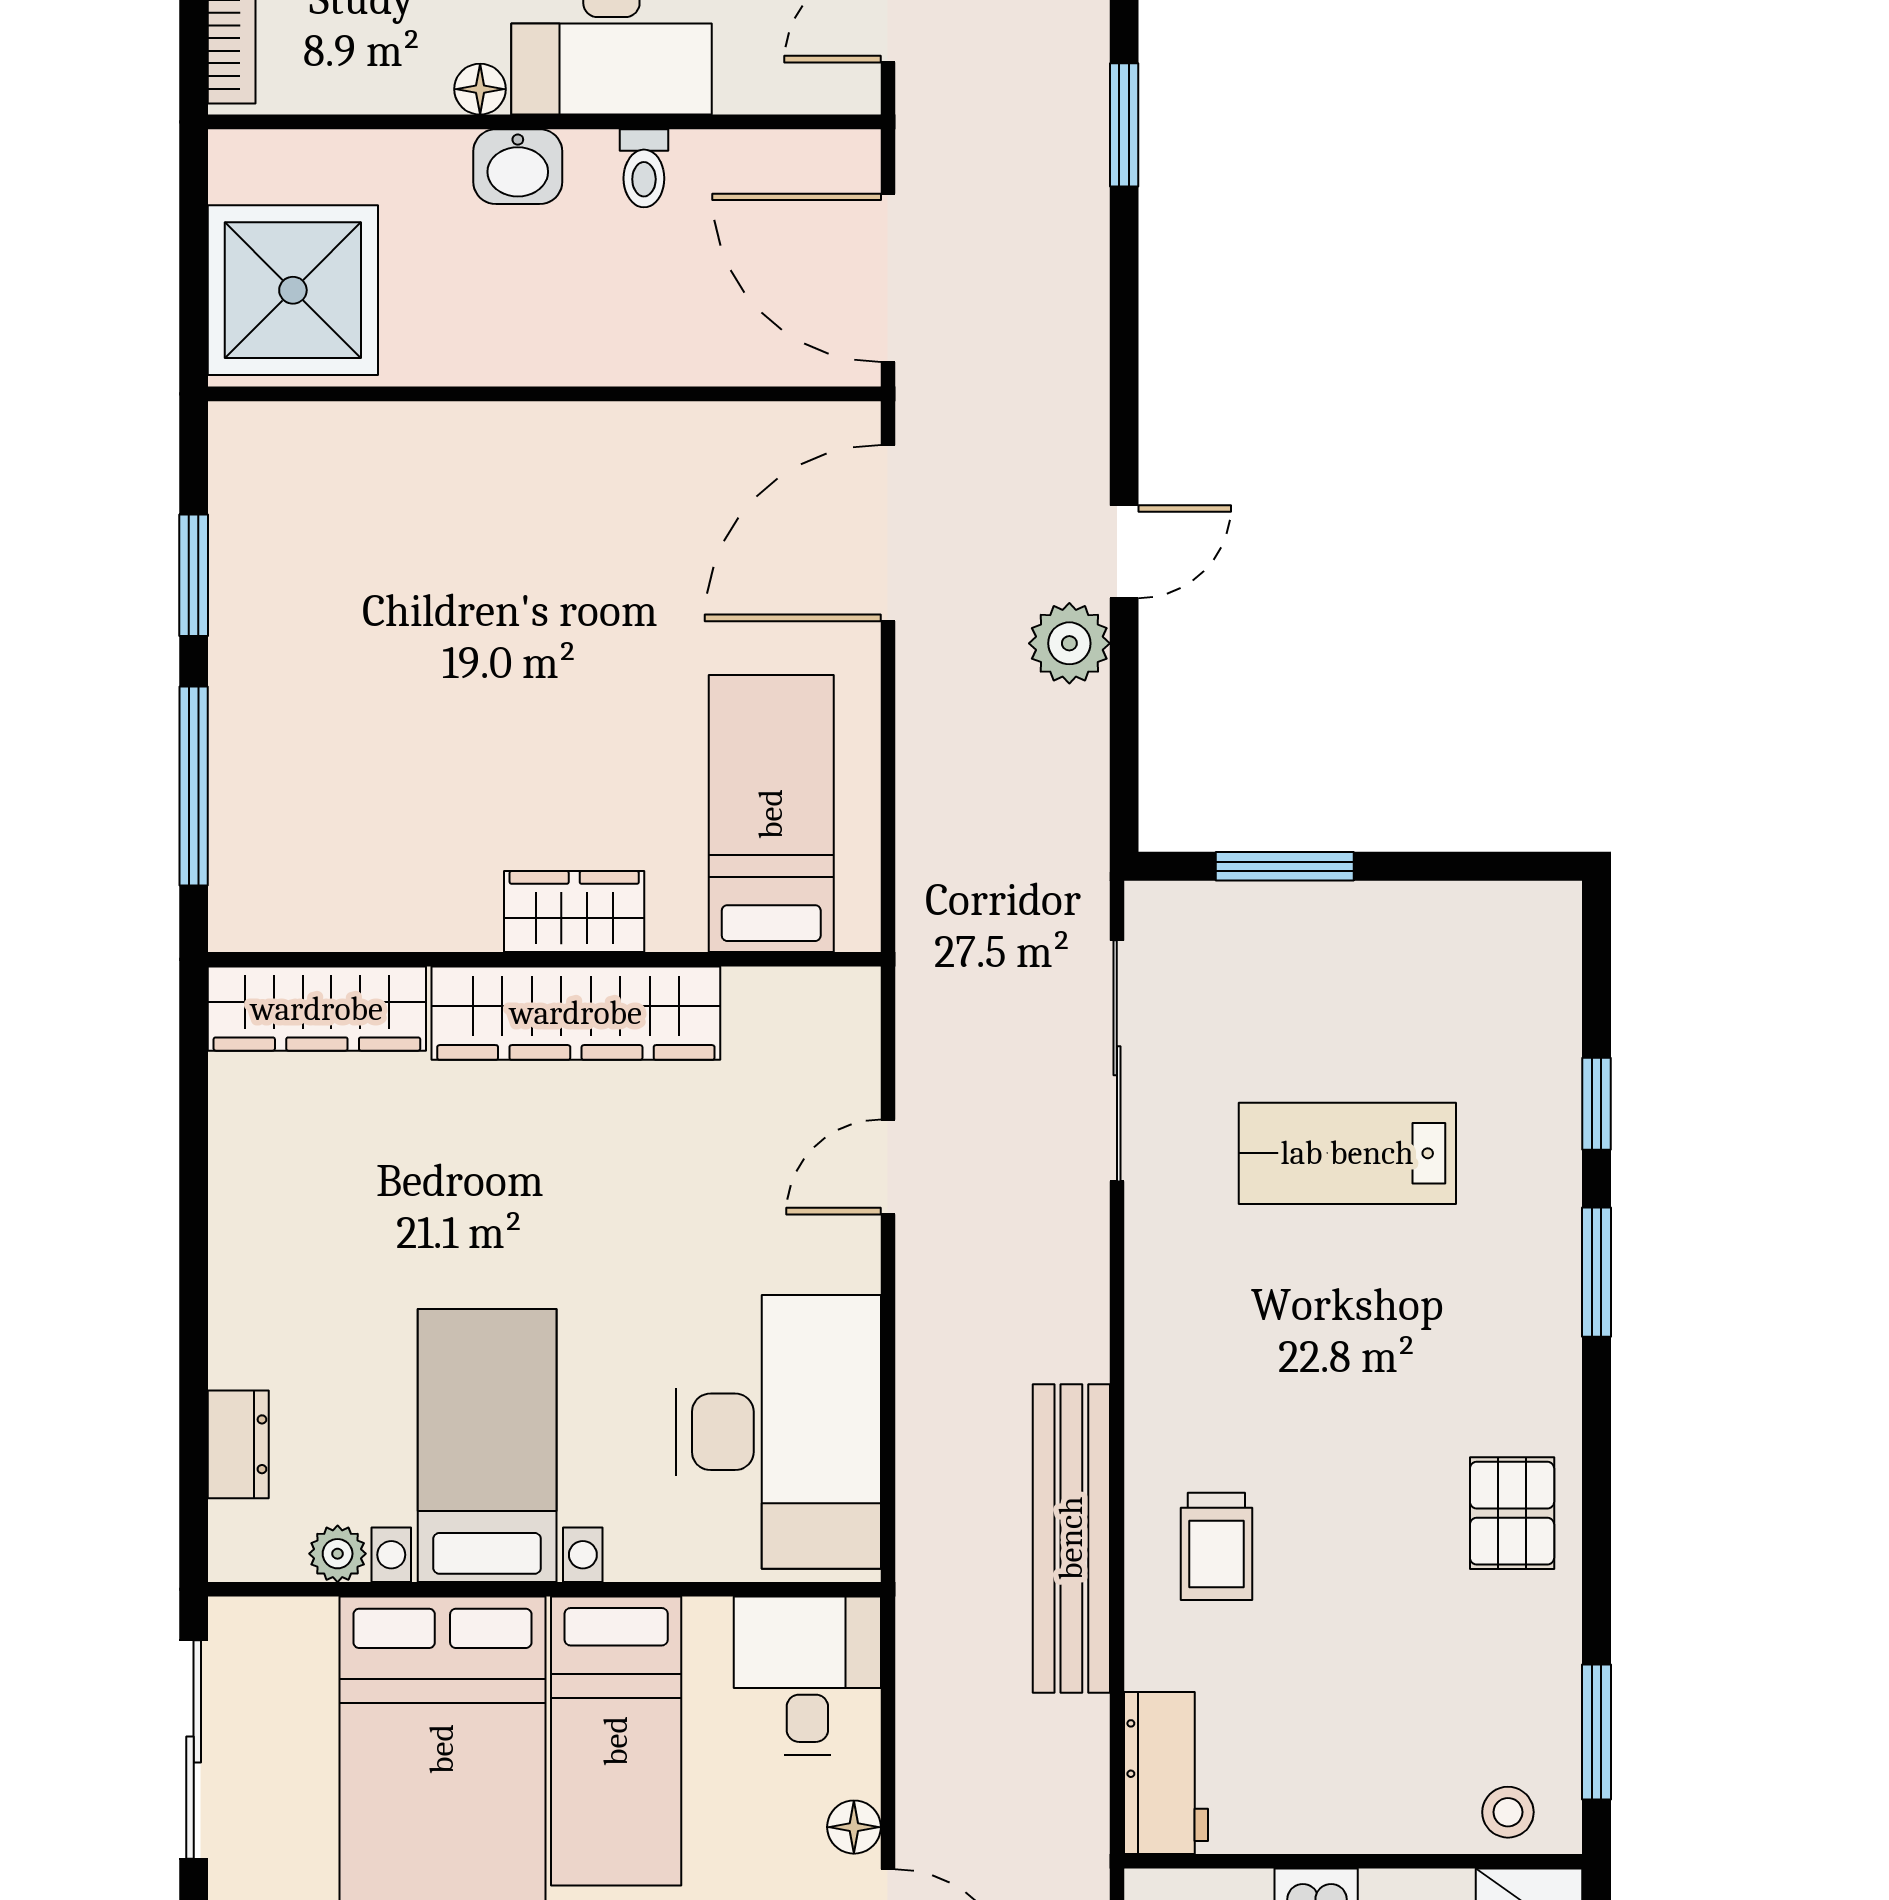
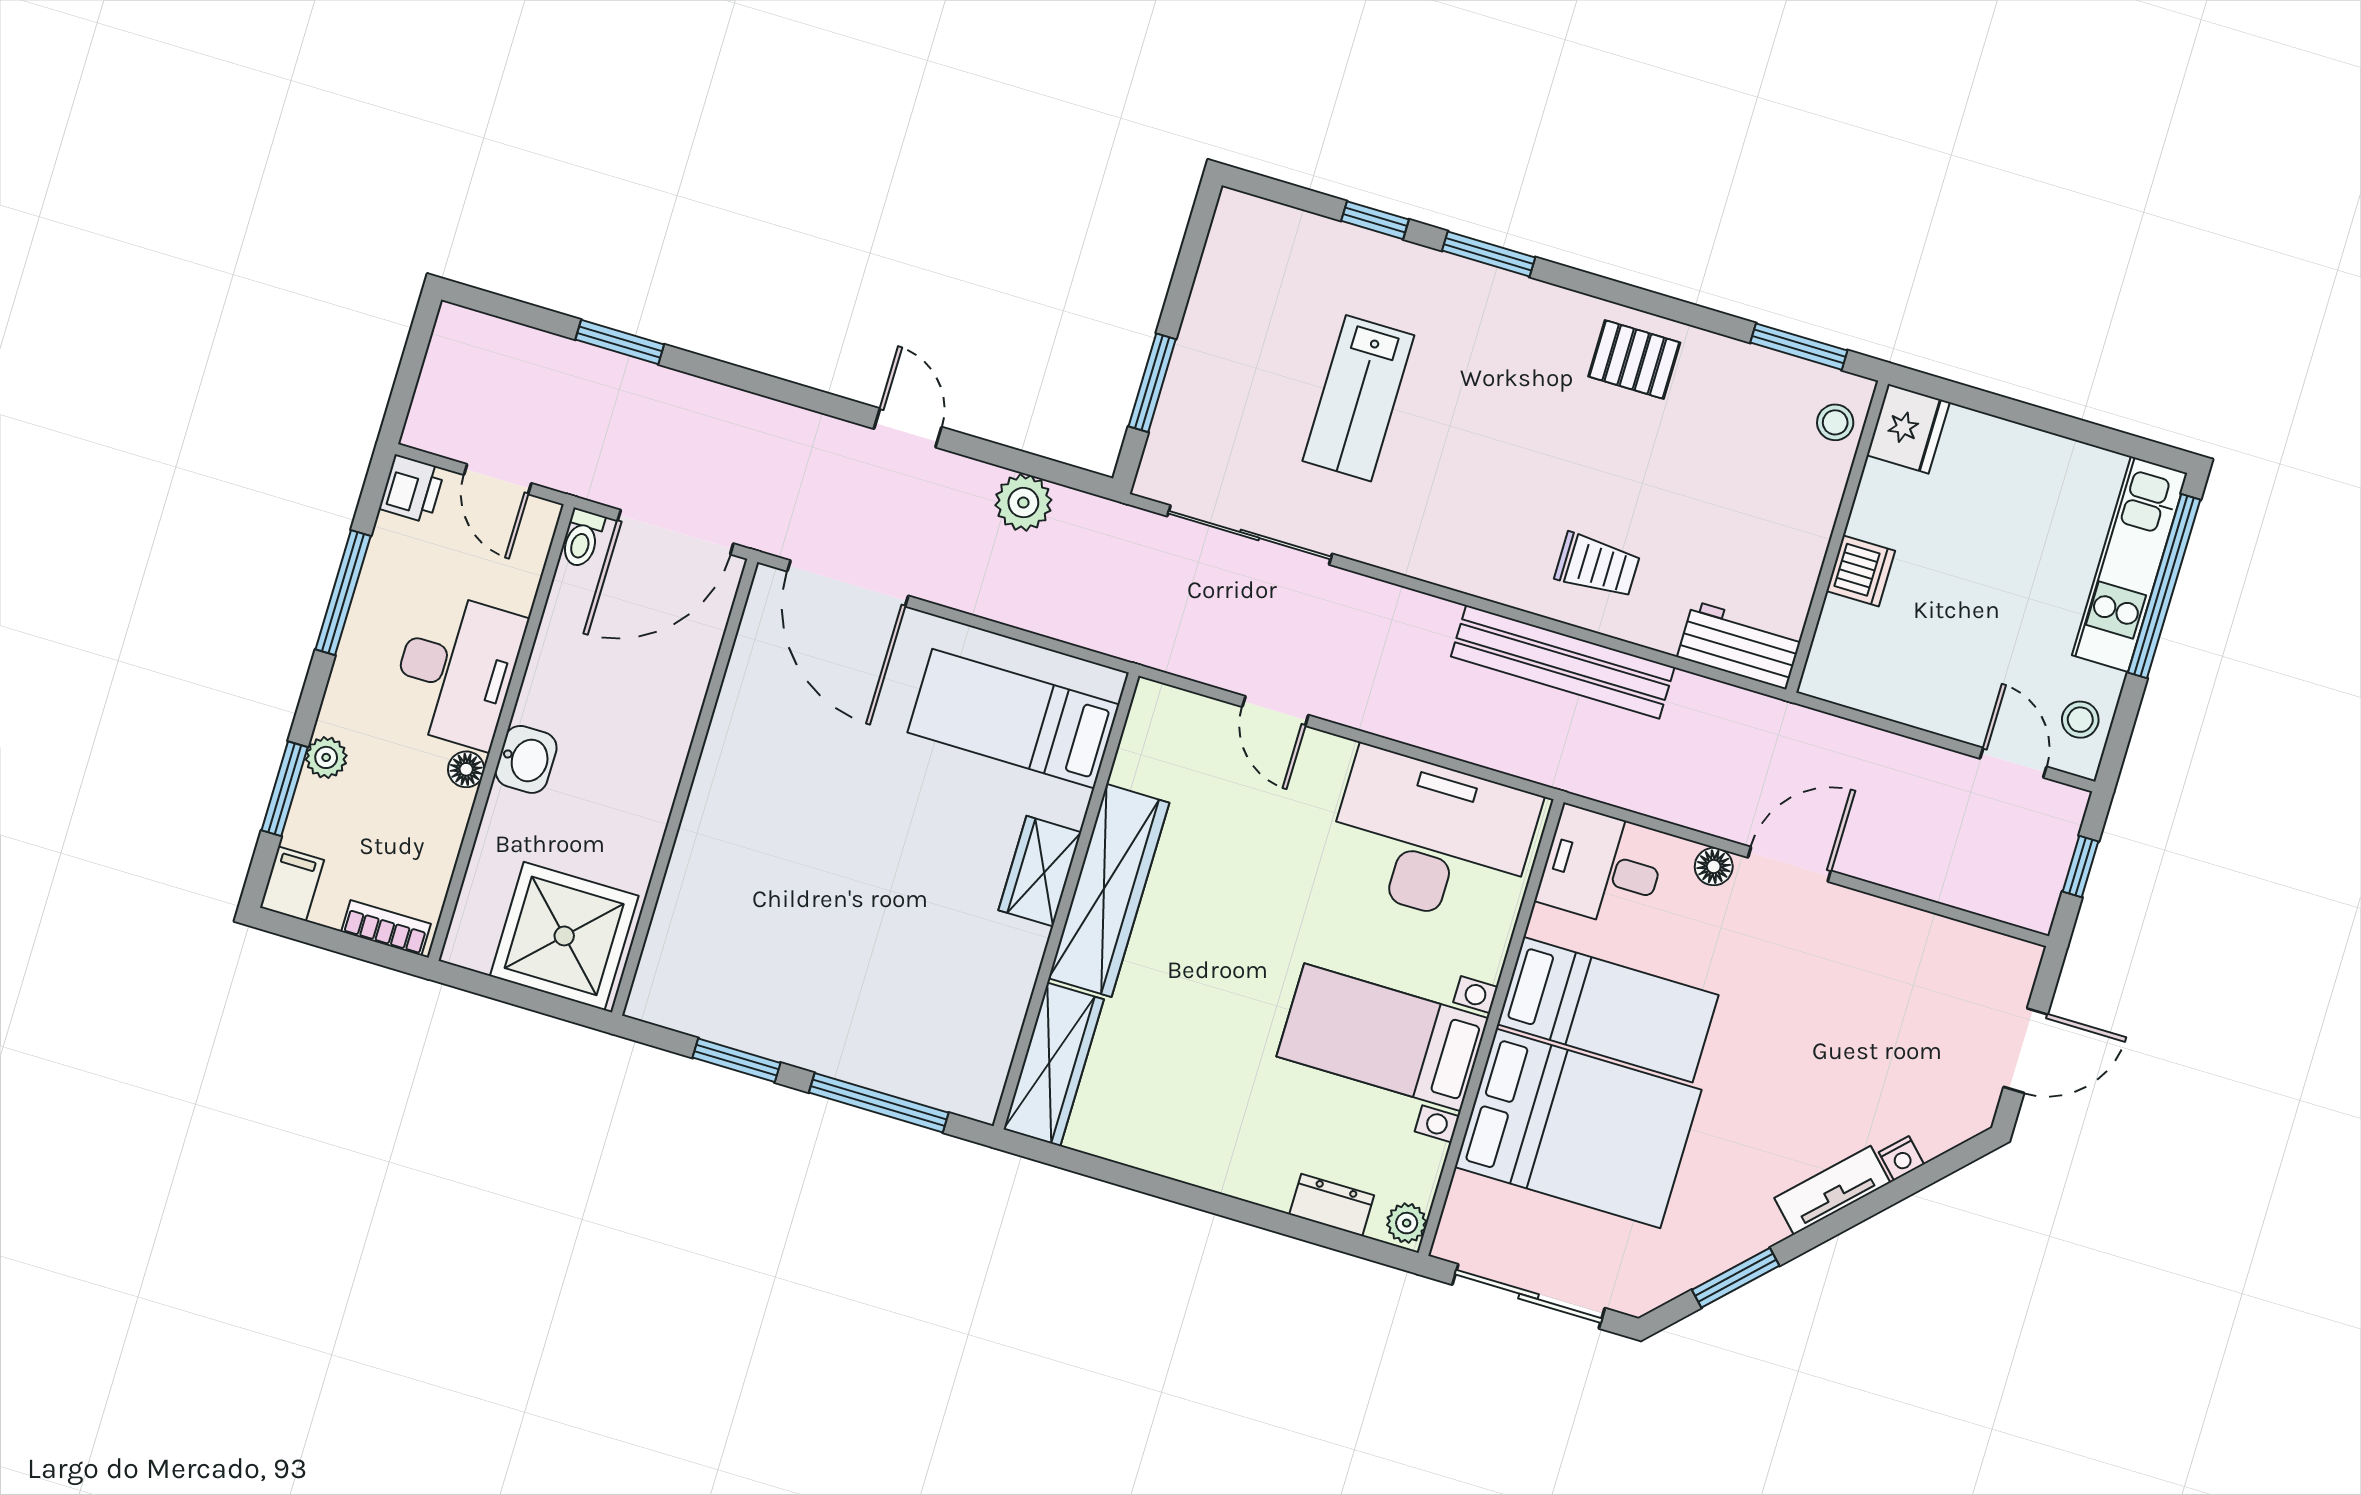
toilet: (644, 168) -> (582, 538), moved, turned 90
plant: (1069, 643) -> (1023, 503), moved
plant: (338, 1554) -> (1407, 1223), moved

